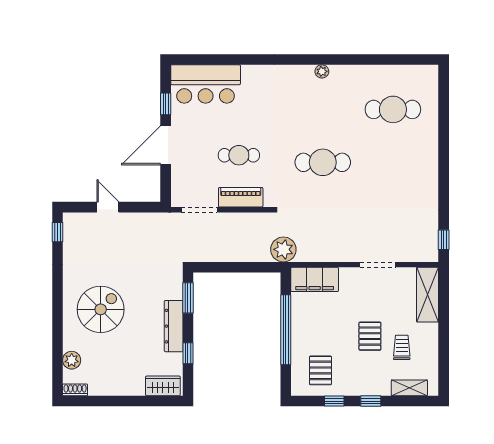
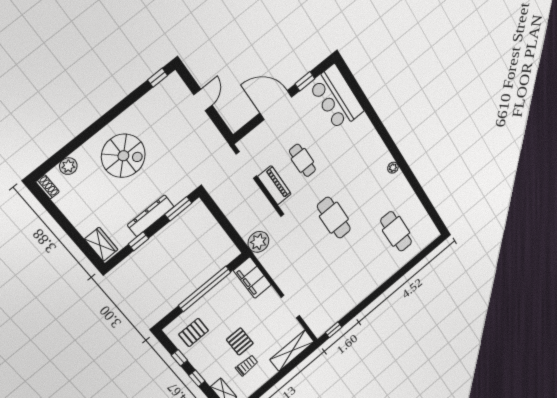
pallet: (370, 336) -> (240, 342), turned 90

